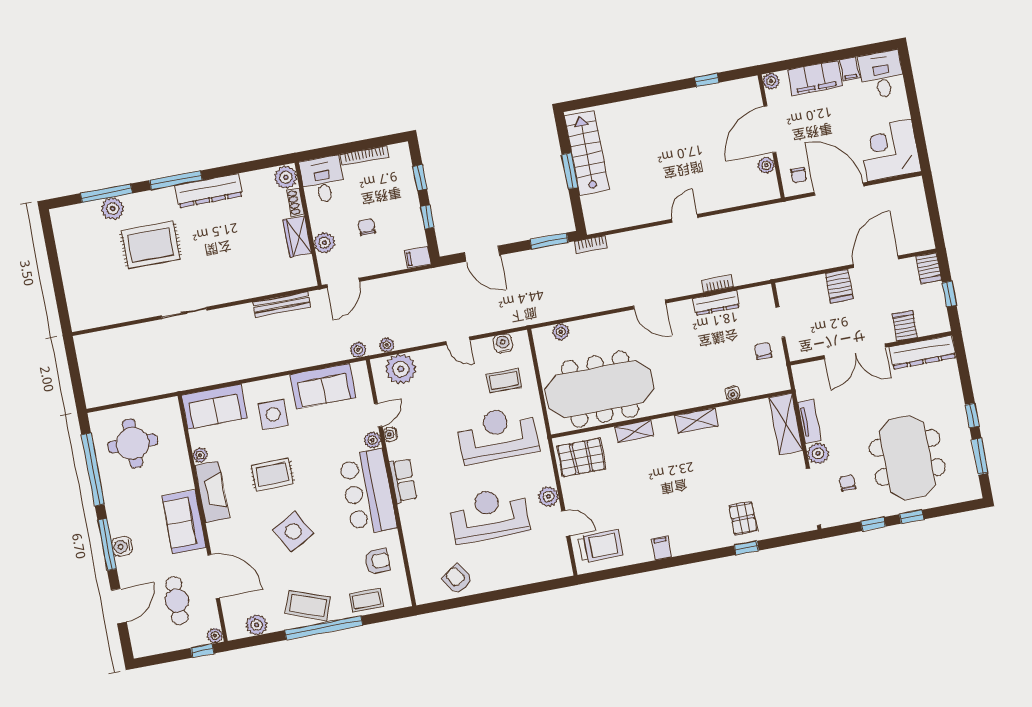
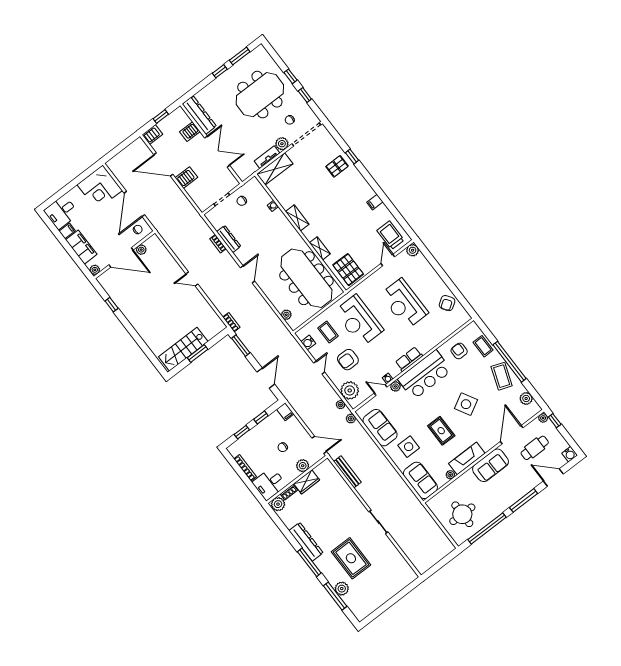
armchair: (448, 390) -> (348, 360), added
plant: (548, 496) -> (413, 250), moved
water cooler: (122, 547) -> (570, 454), moved

